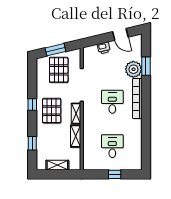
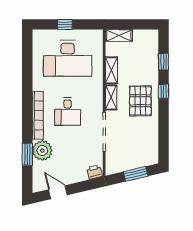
printer: (104, 48) -> (94, 172), moved
pallet: (59, 70) -> (132, 150), removed
window: (32, 105) -> (163, 91), moved
desk: (112, 146) -> (68, 58), width x1.87, depth x1.30
shelving: (57, 165) -> (119, 36), moved

